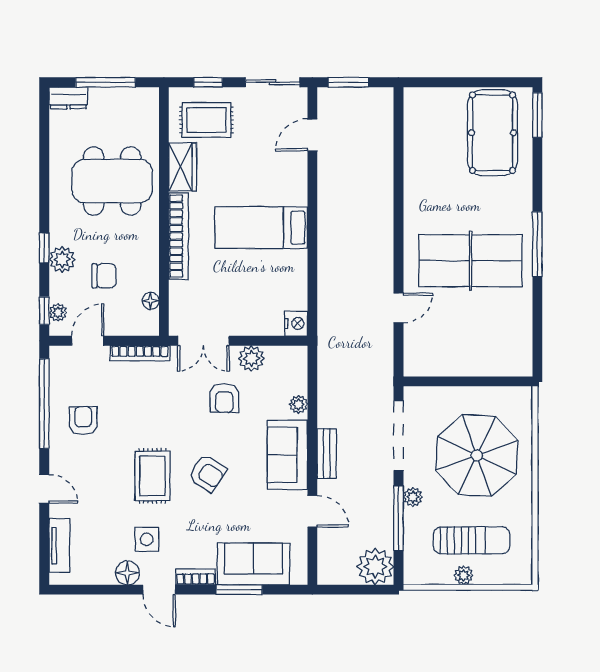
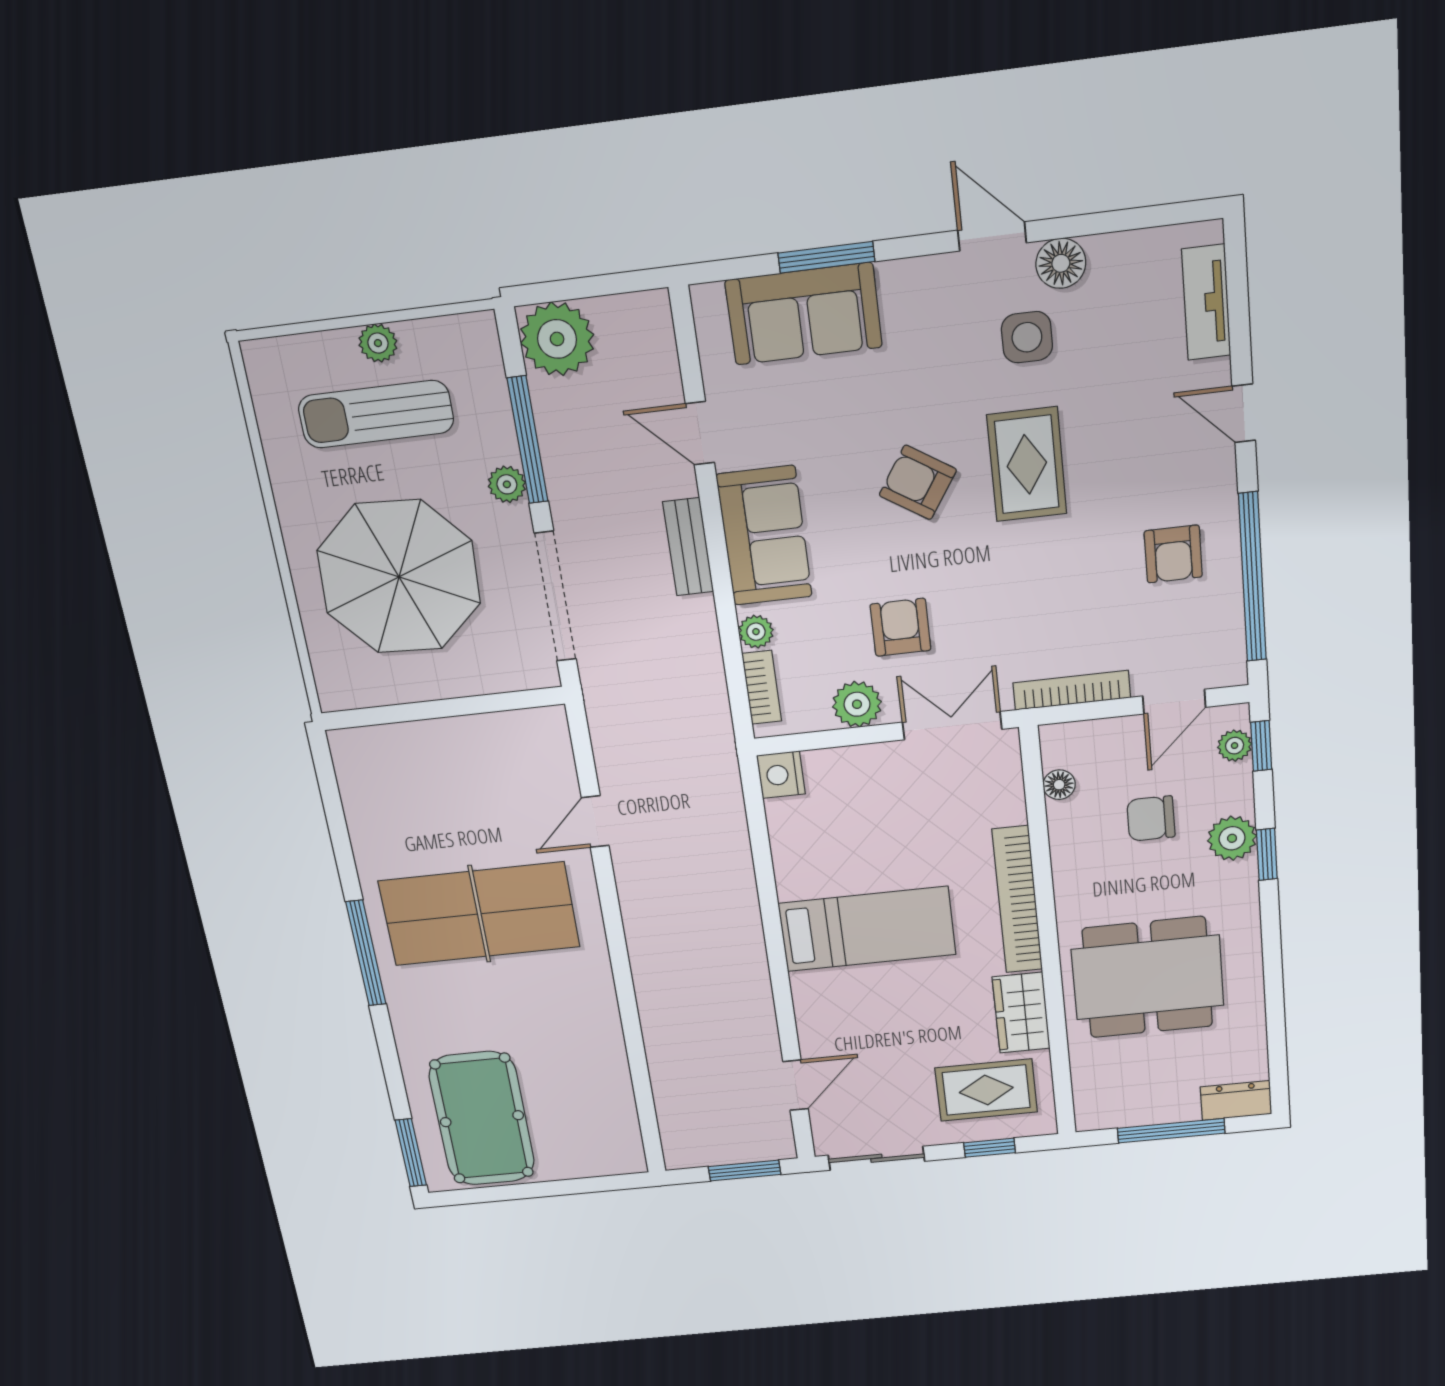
bookcase: (196, 577) -> (762, 687), moved, turned -90

